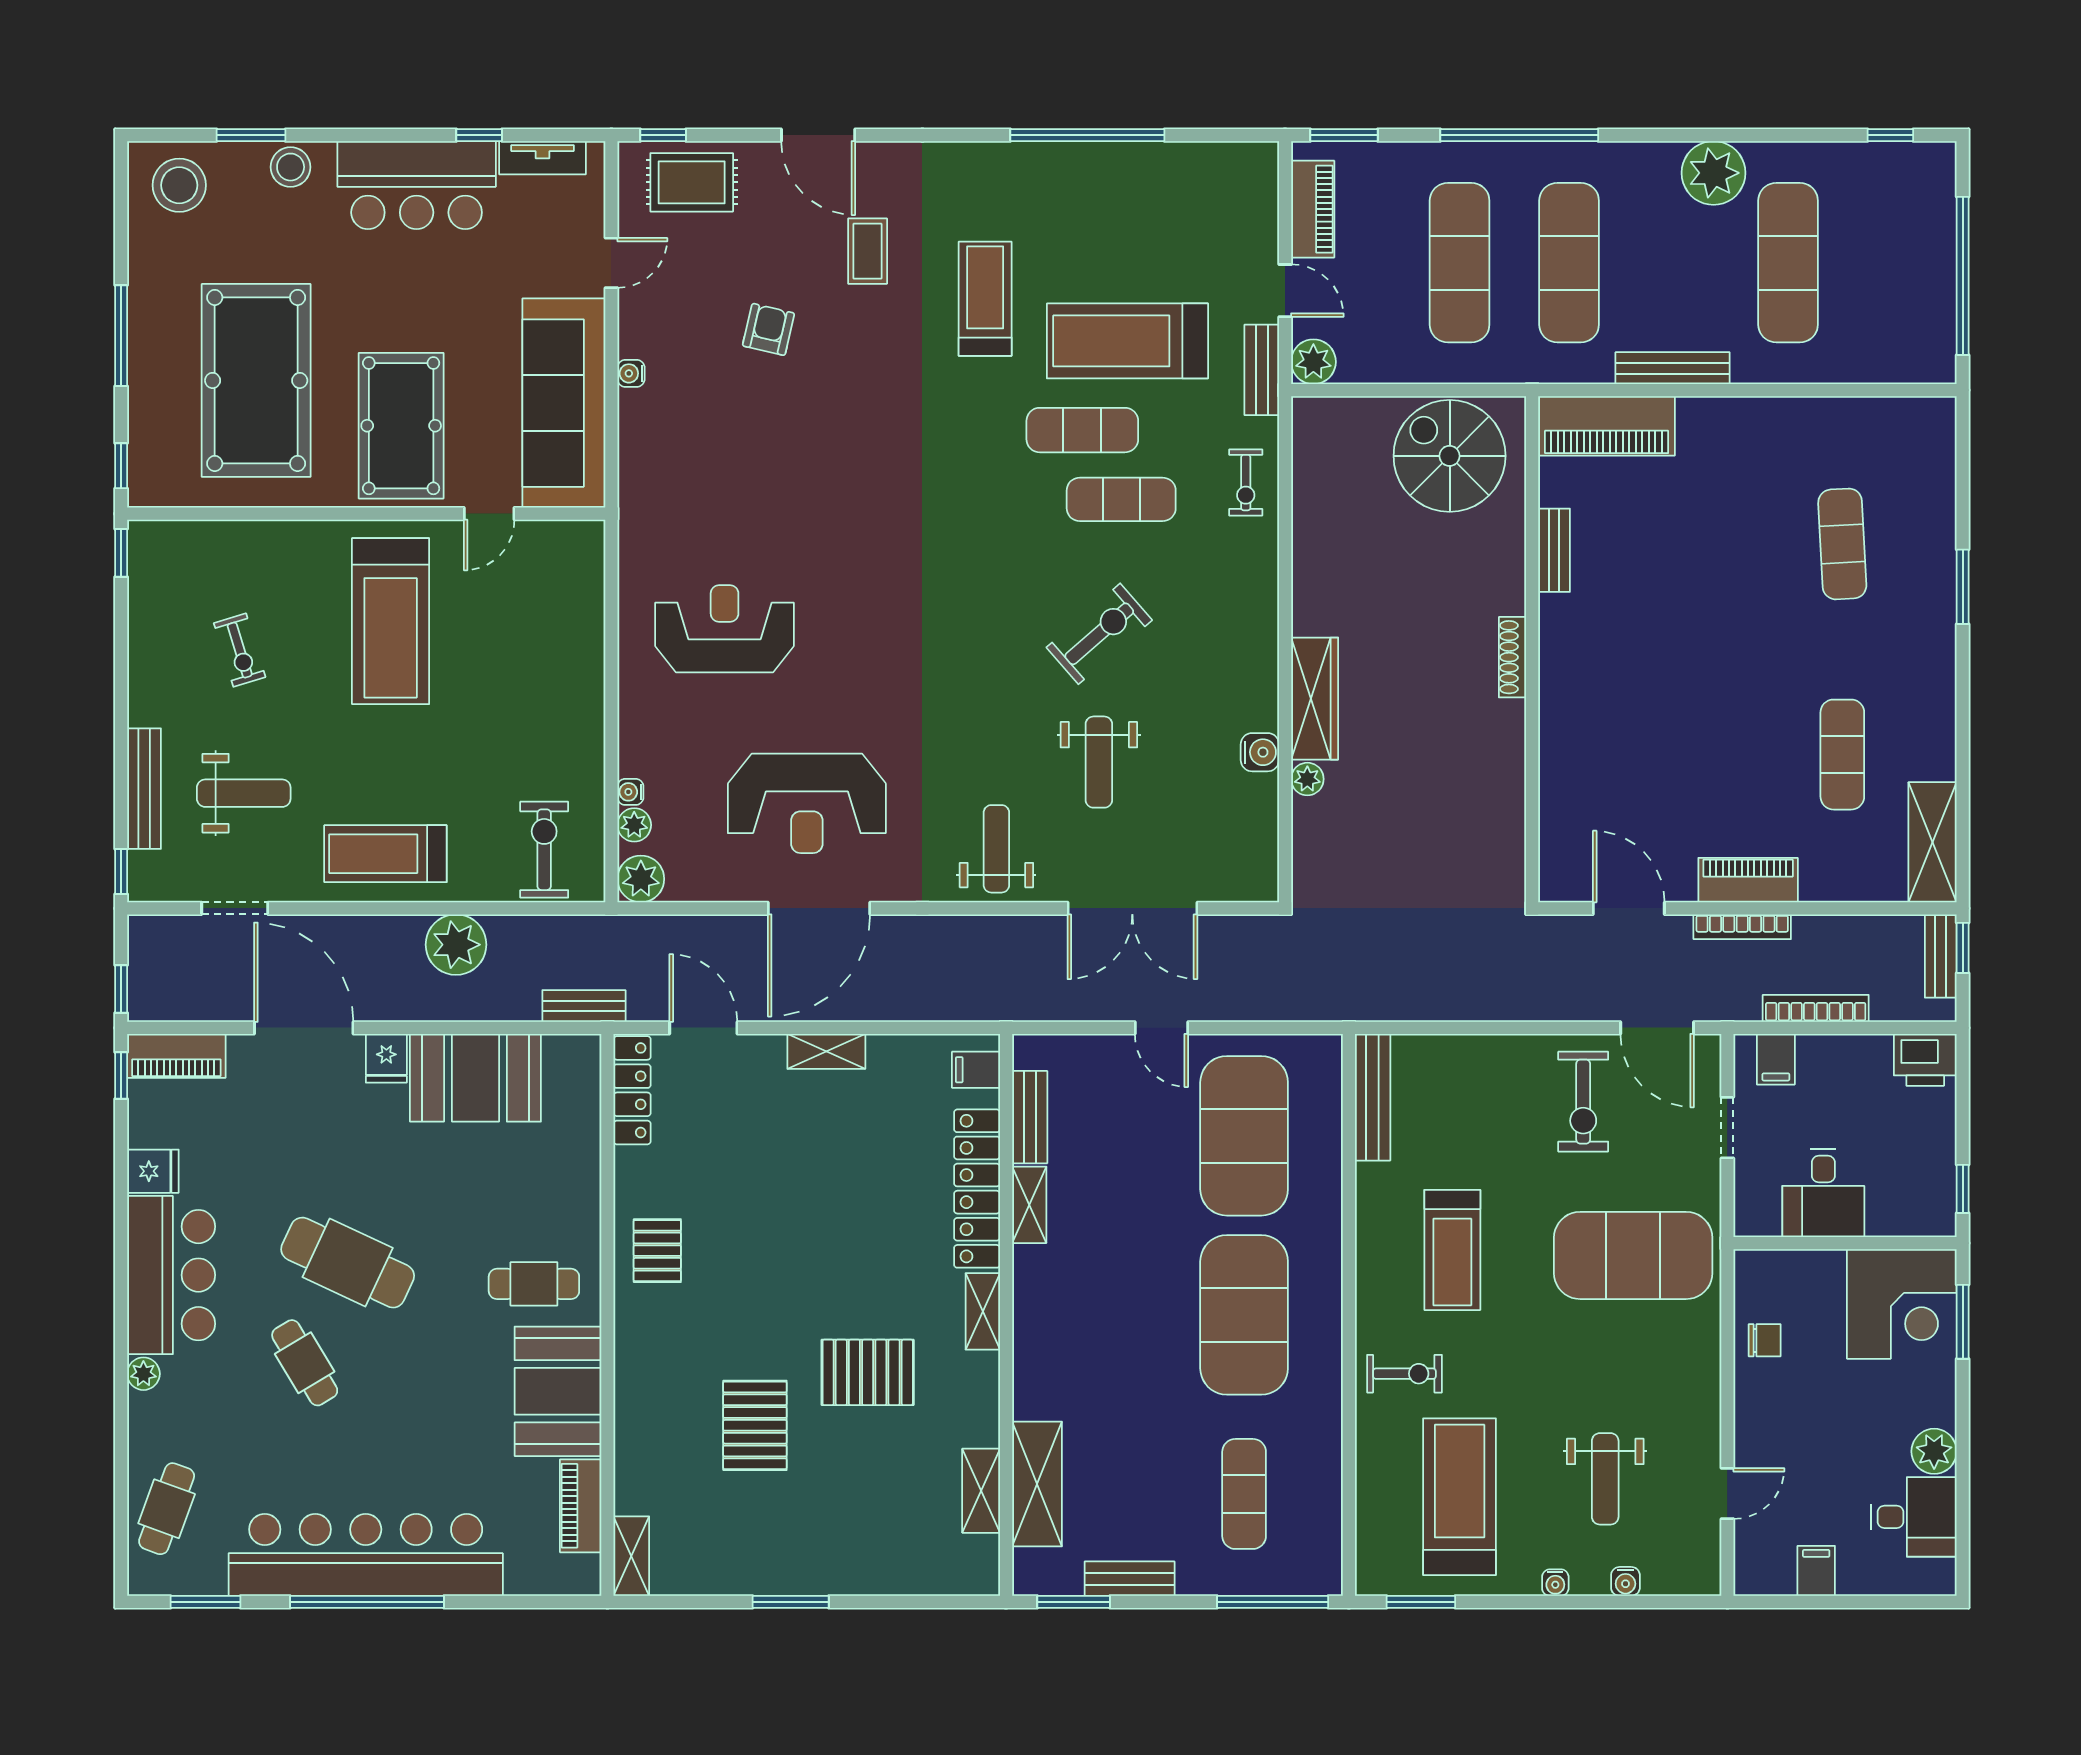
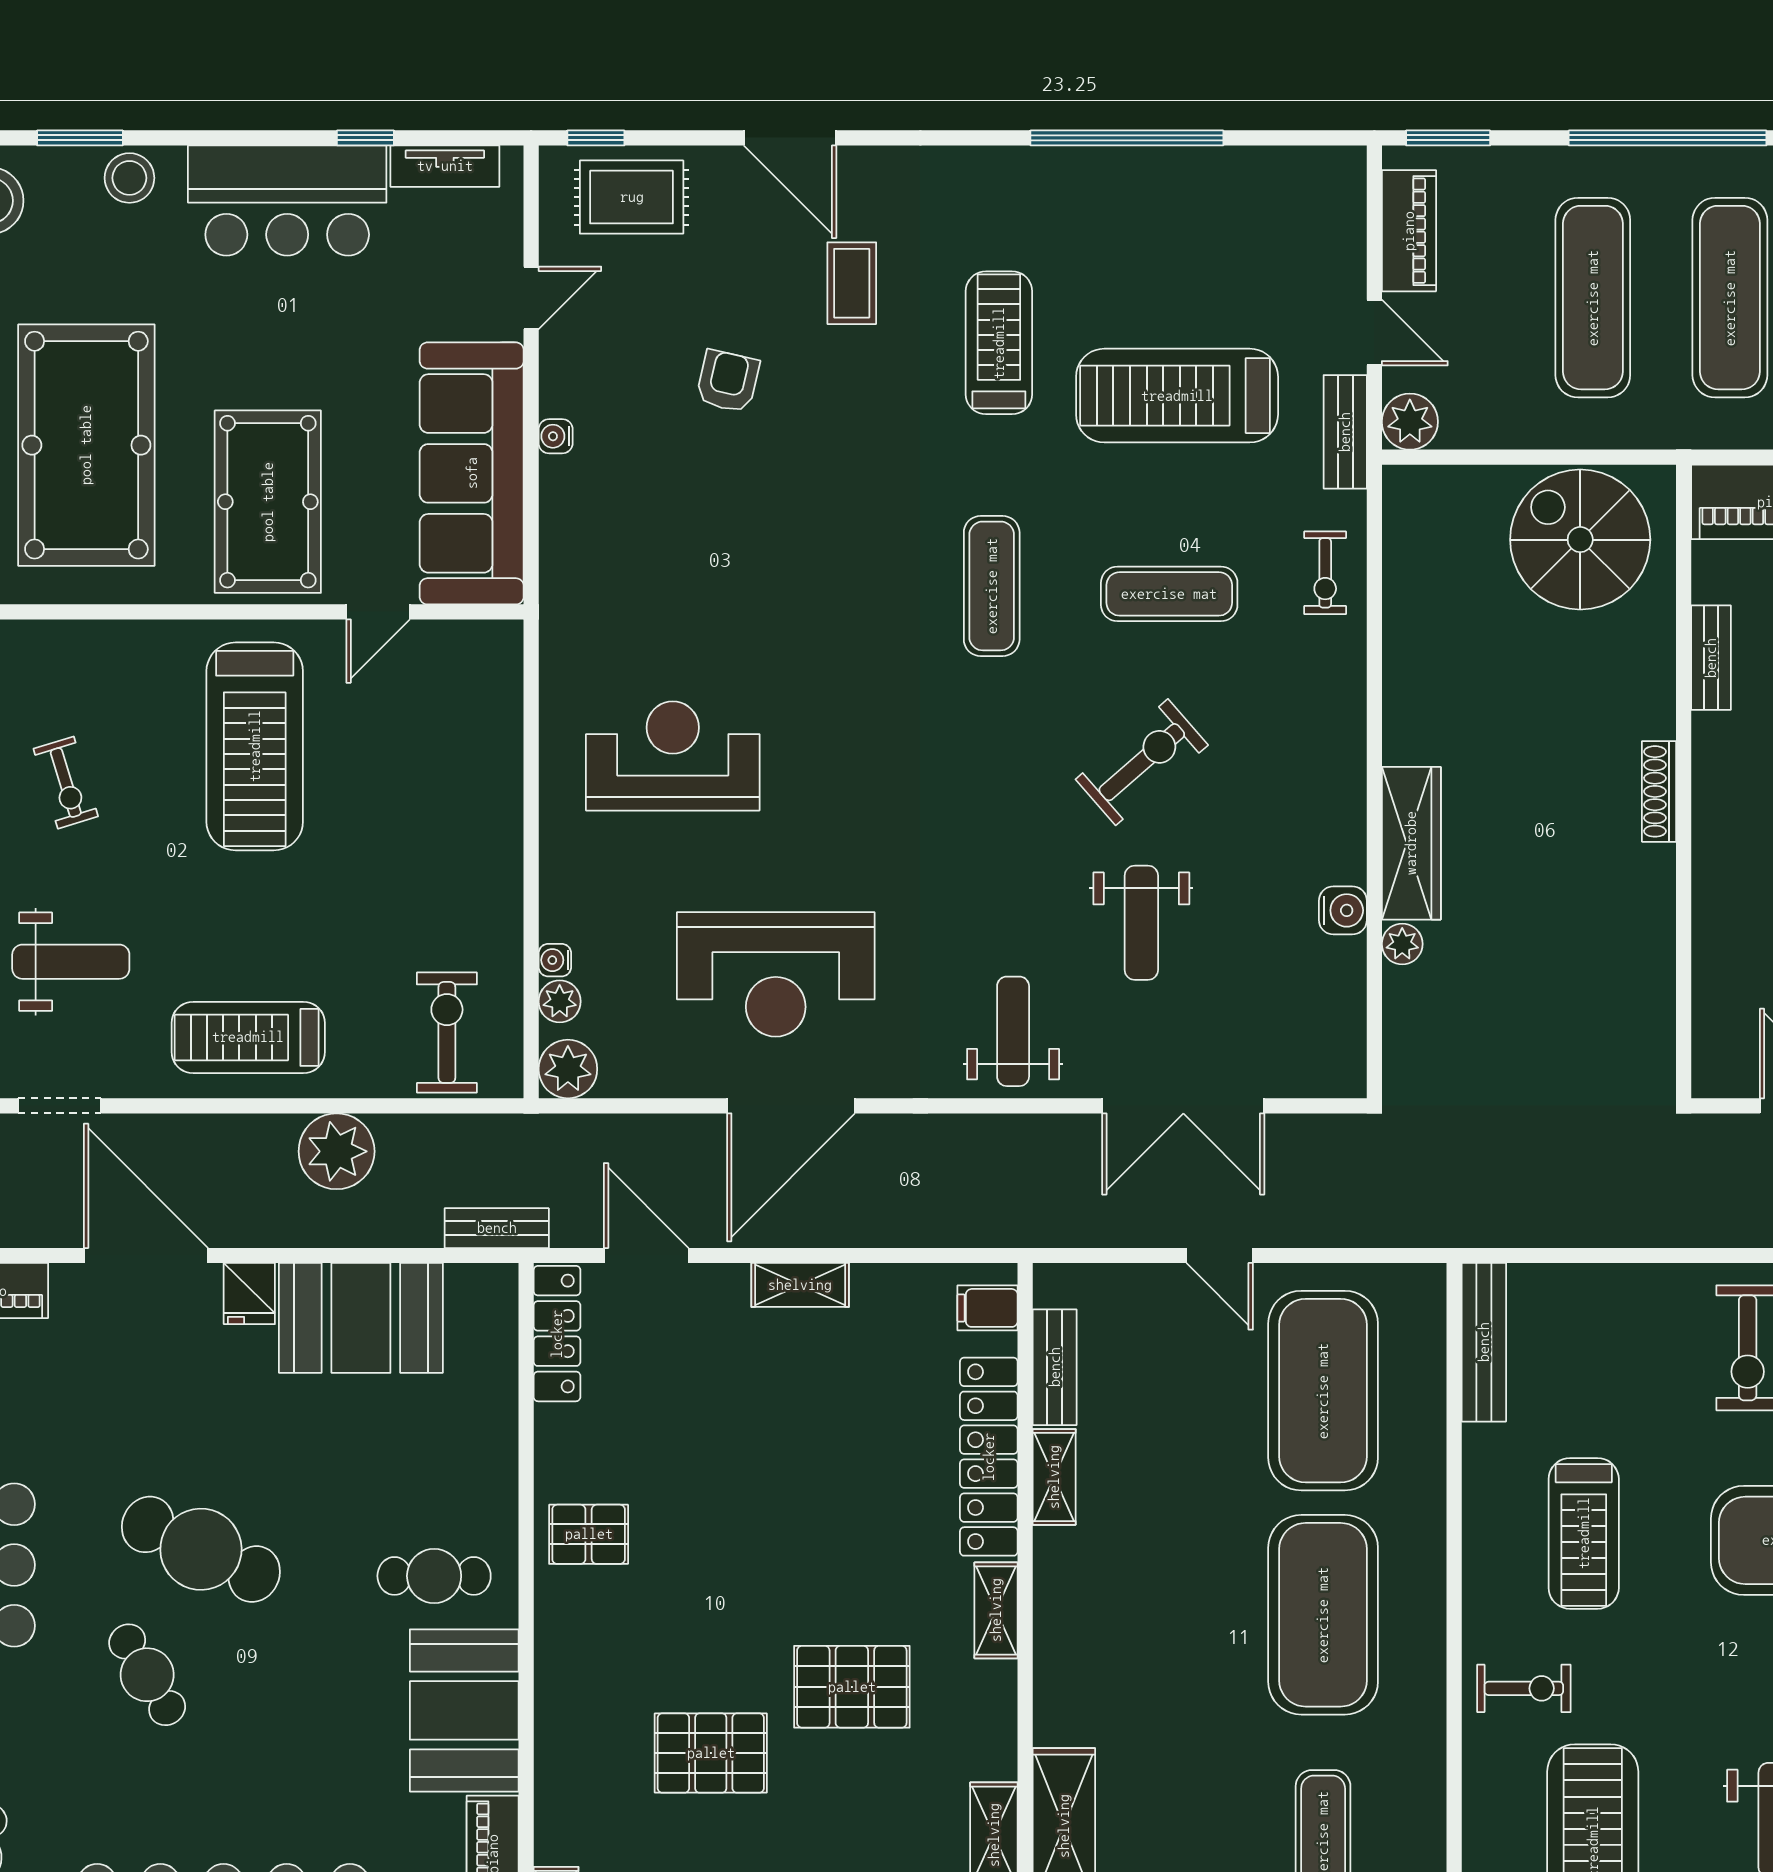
exercise mat: (1082, 430) -> (992, 586), moved, turned 90
pallet: (657, 1251) -> (589, 1534), turned 90
pallet: (755, 1425) -> (711, 1753), turned 90

